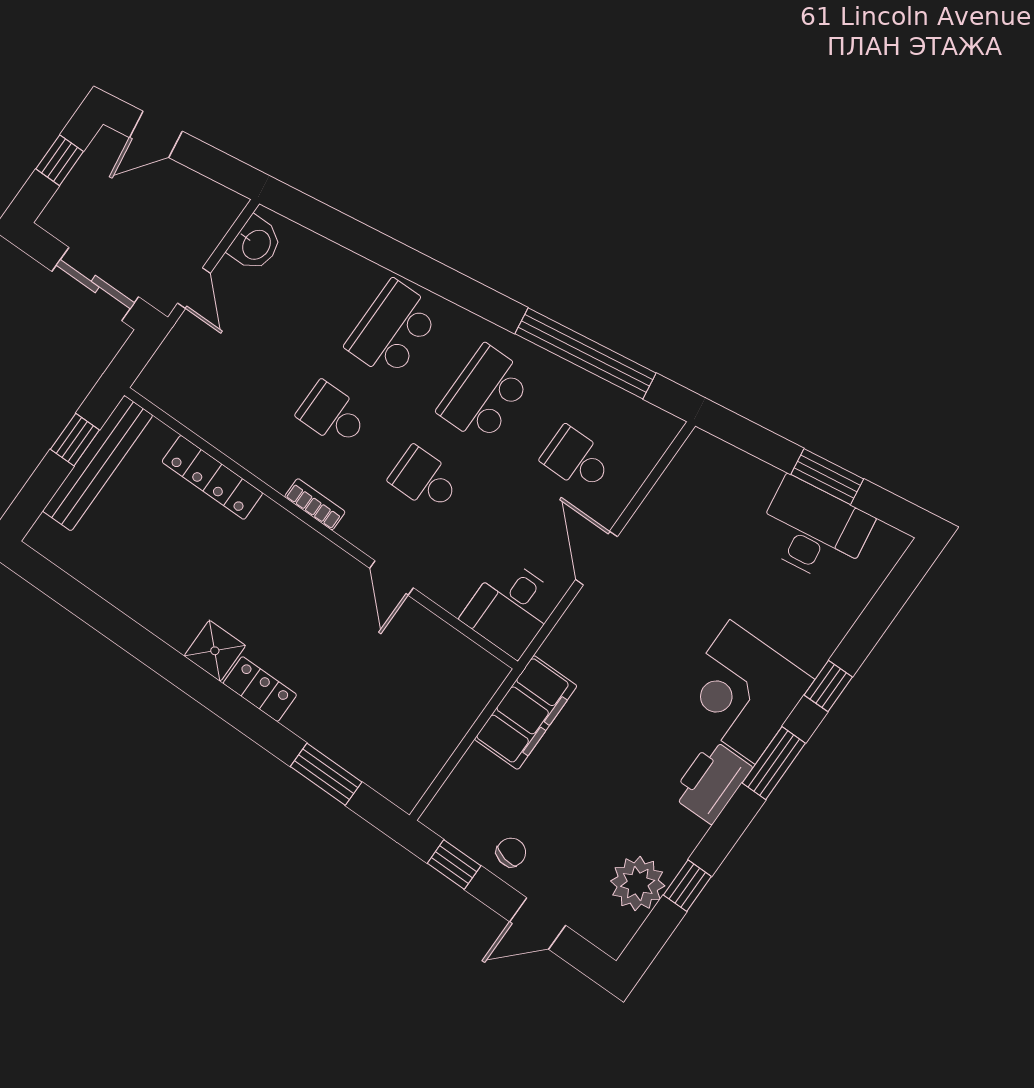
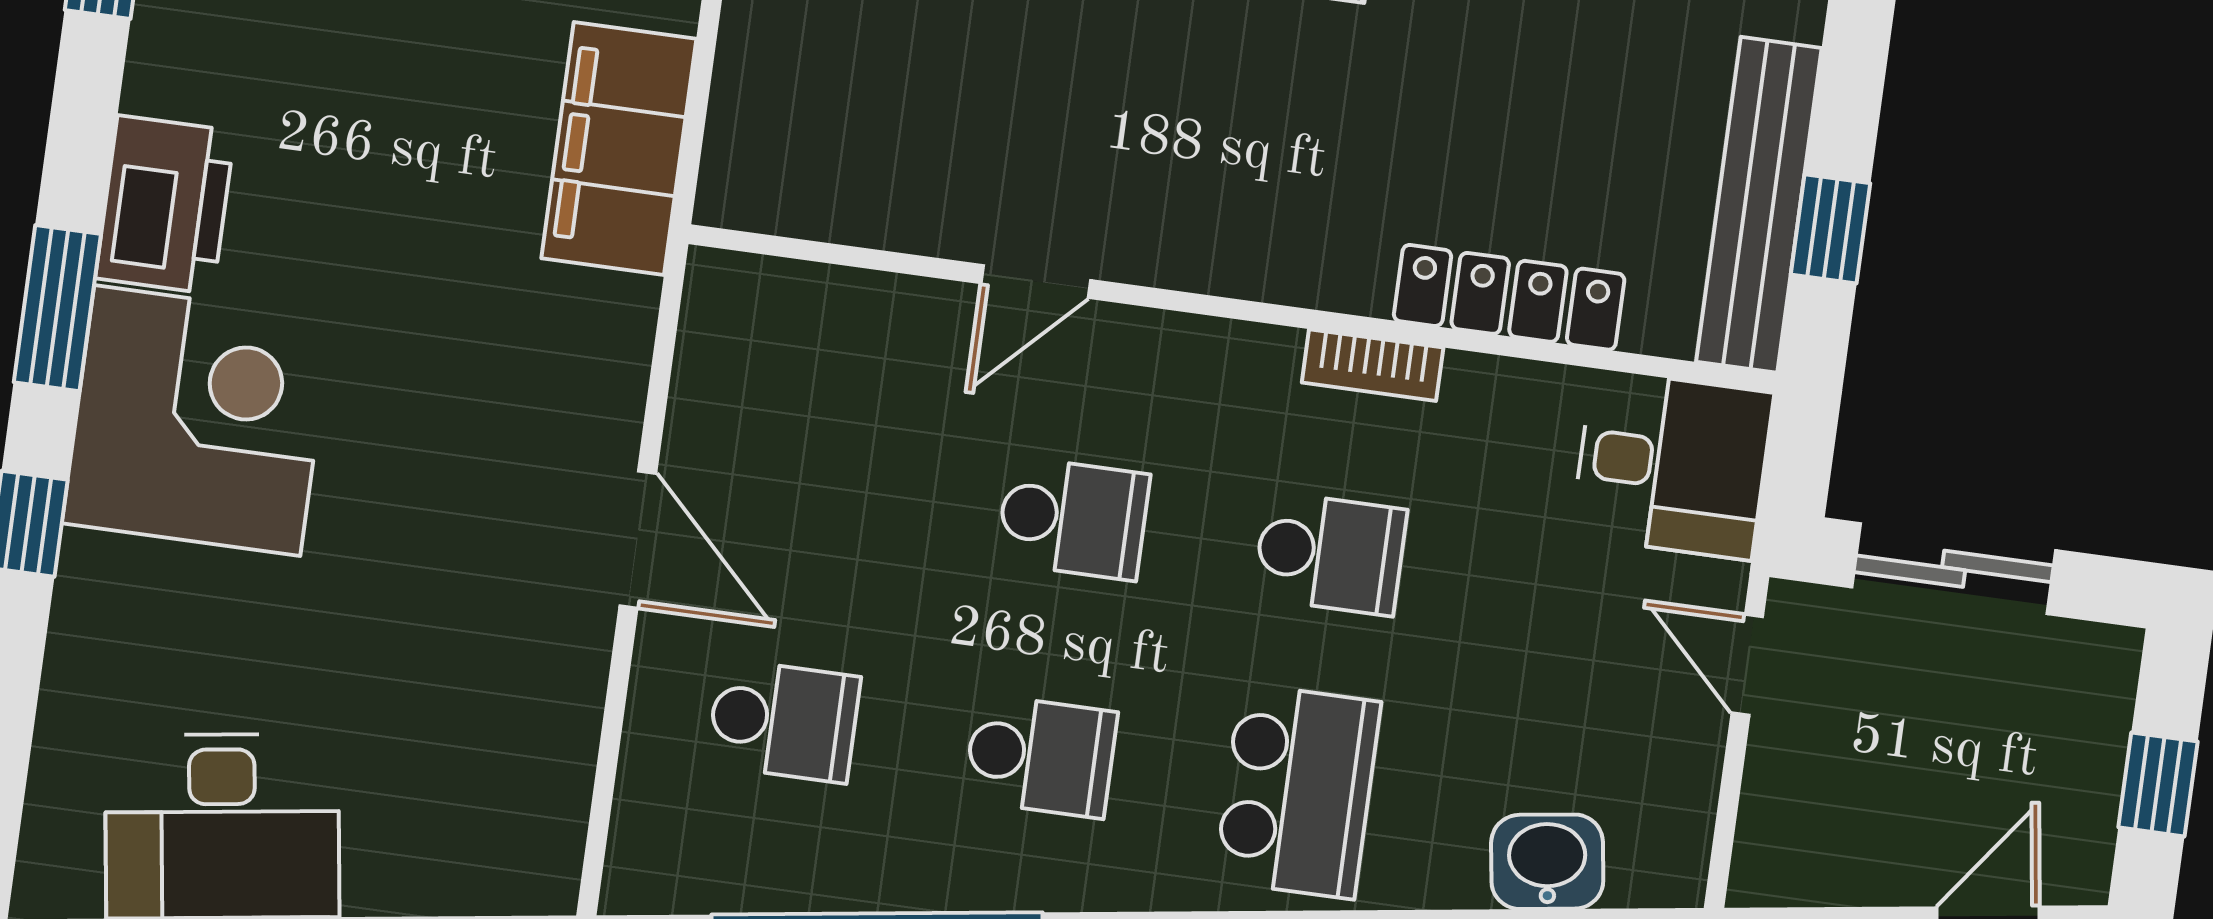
washbasin: (256, 244) -> (1547, 862), moved, turned 82
school desk: (485, 394) -> (1041, 756), width x0.54
bookcase: (315, 504) -> (1373, 365), moved
door: (392, 578) -> (1036, 282), swing flipped
desk: (511, 608) -> (1672, 465), moved, turned 90

